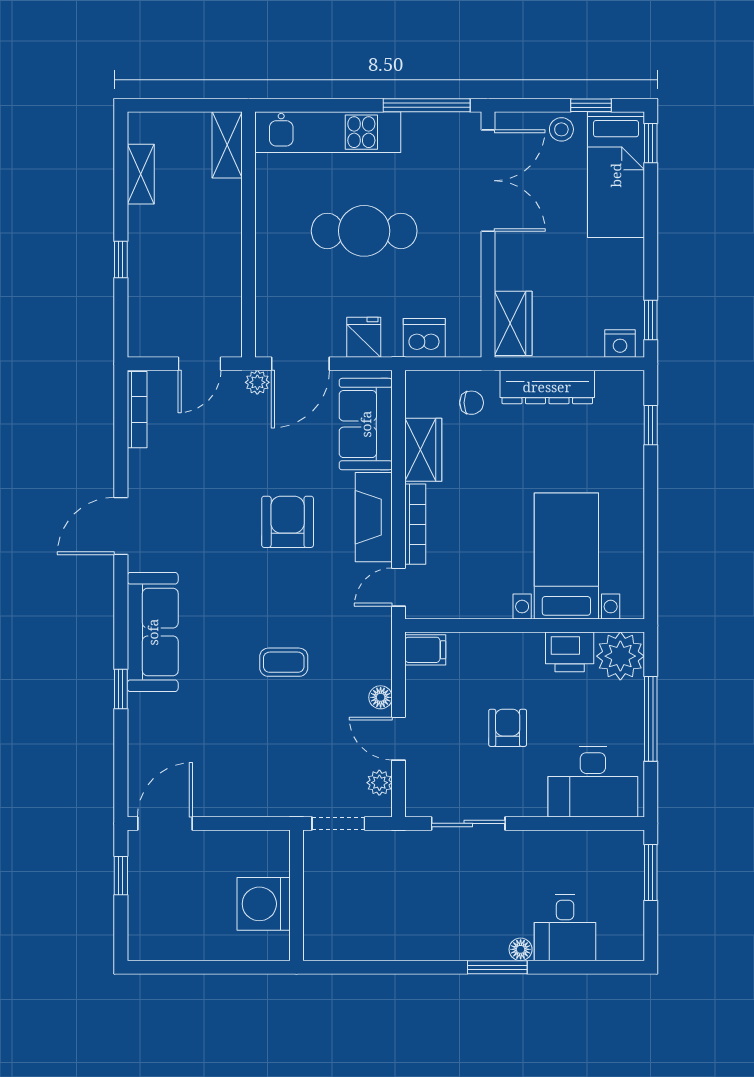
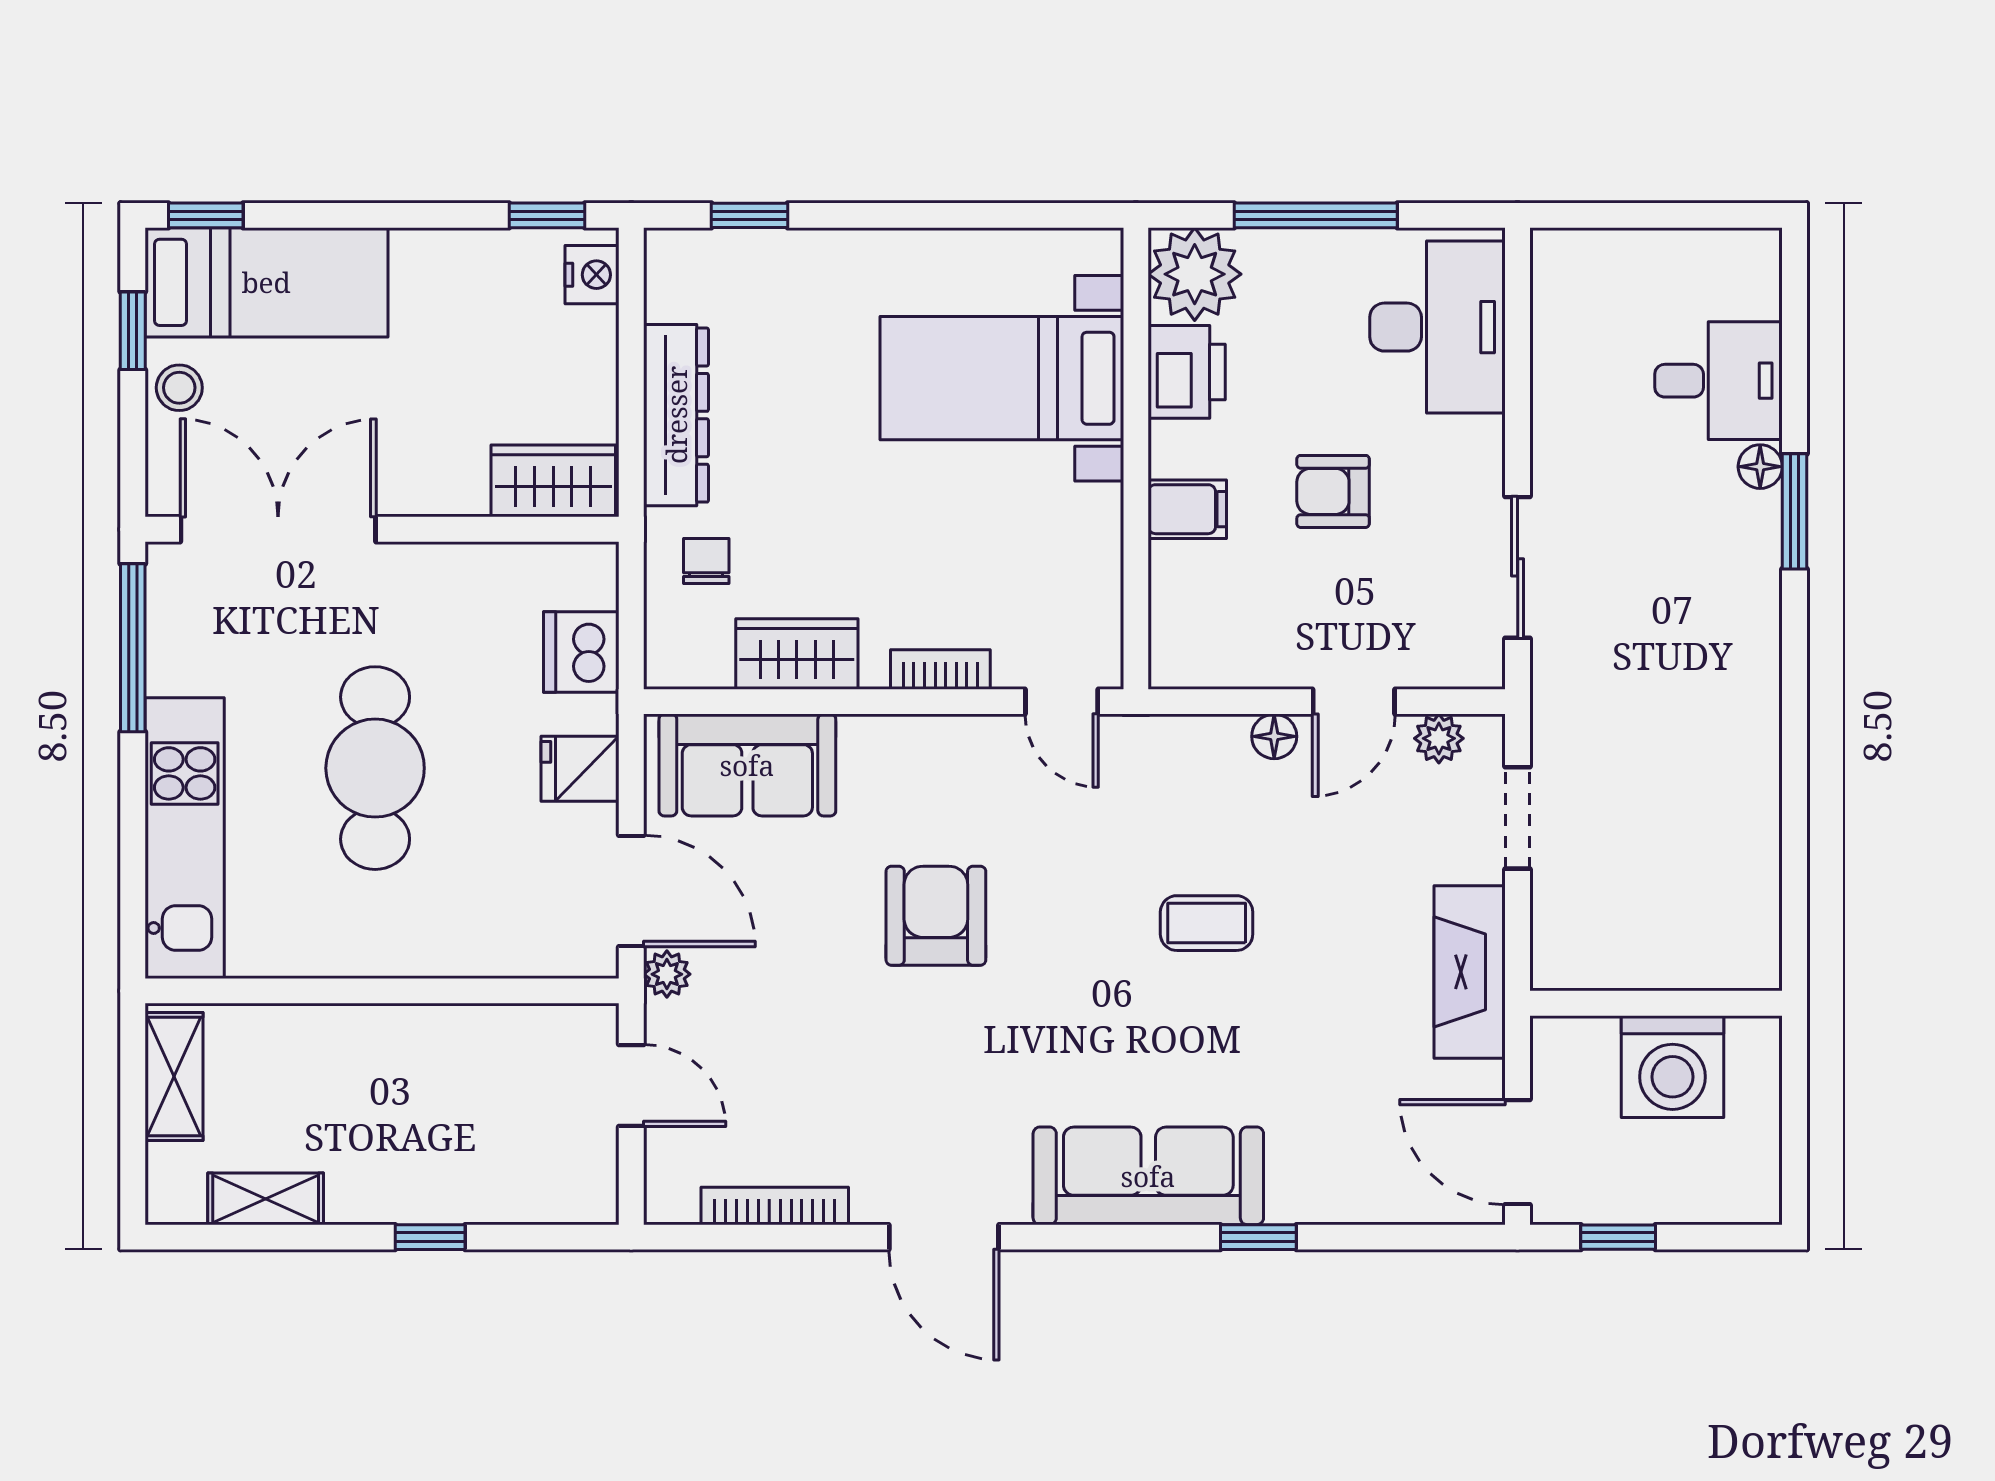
shelving: (227, 145) -> (174, 1077), moved, turned 90
bookcase: (137, 410) -> (775, 1206), moved
fireplace: (374, 517) -> (1470, 972), moved, turned 90
armchair: (288, 522) -> (936, 916), turned 90
bookcase: (415, 524) -> (940, 669), width x0.64
filing cabinet: (425, 650) -> (1187, 509), moved, turned 90
coffee table: (284, 662) -> (1207, 923), turned 90
window: (651, 872) -> (1612, 215), removed
wall: (296, 895) -> (1656, 1003), moved
washing machine: (264, 904) -> (1673, 1067), moved

